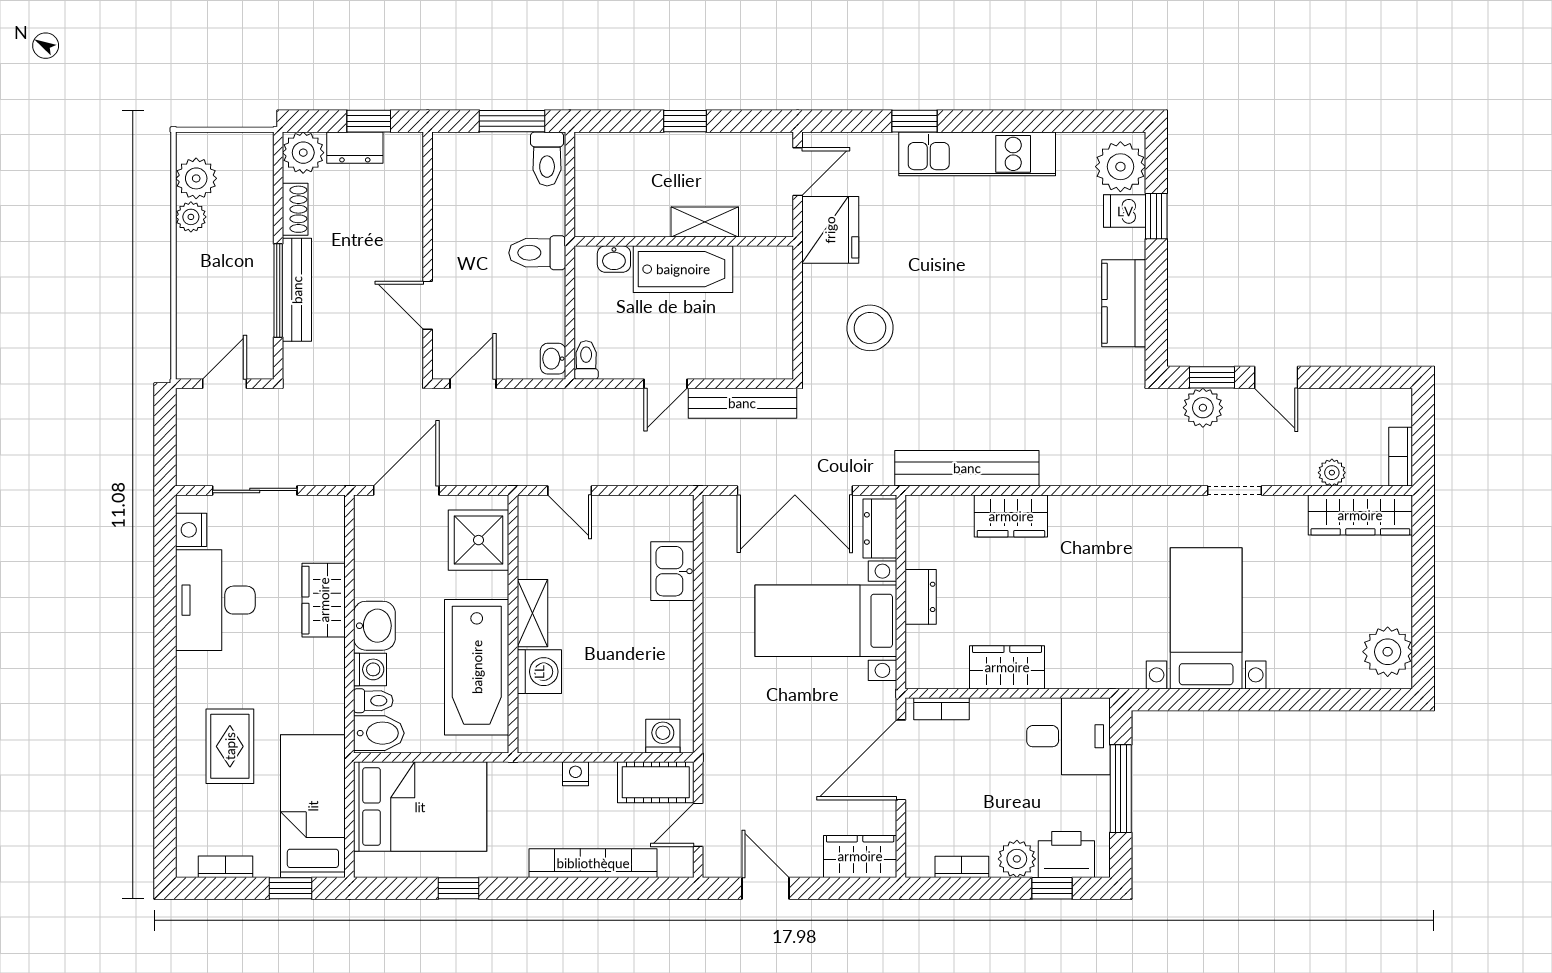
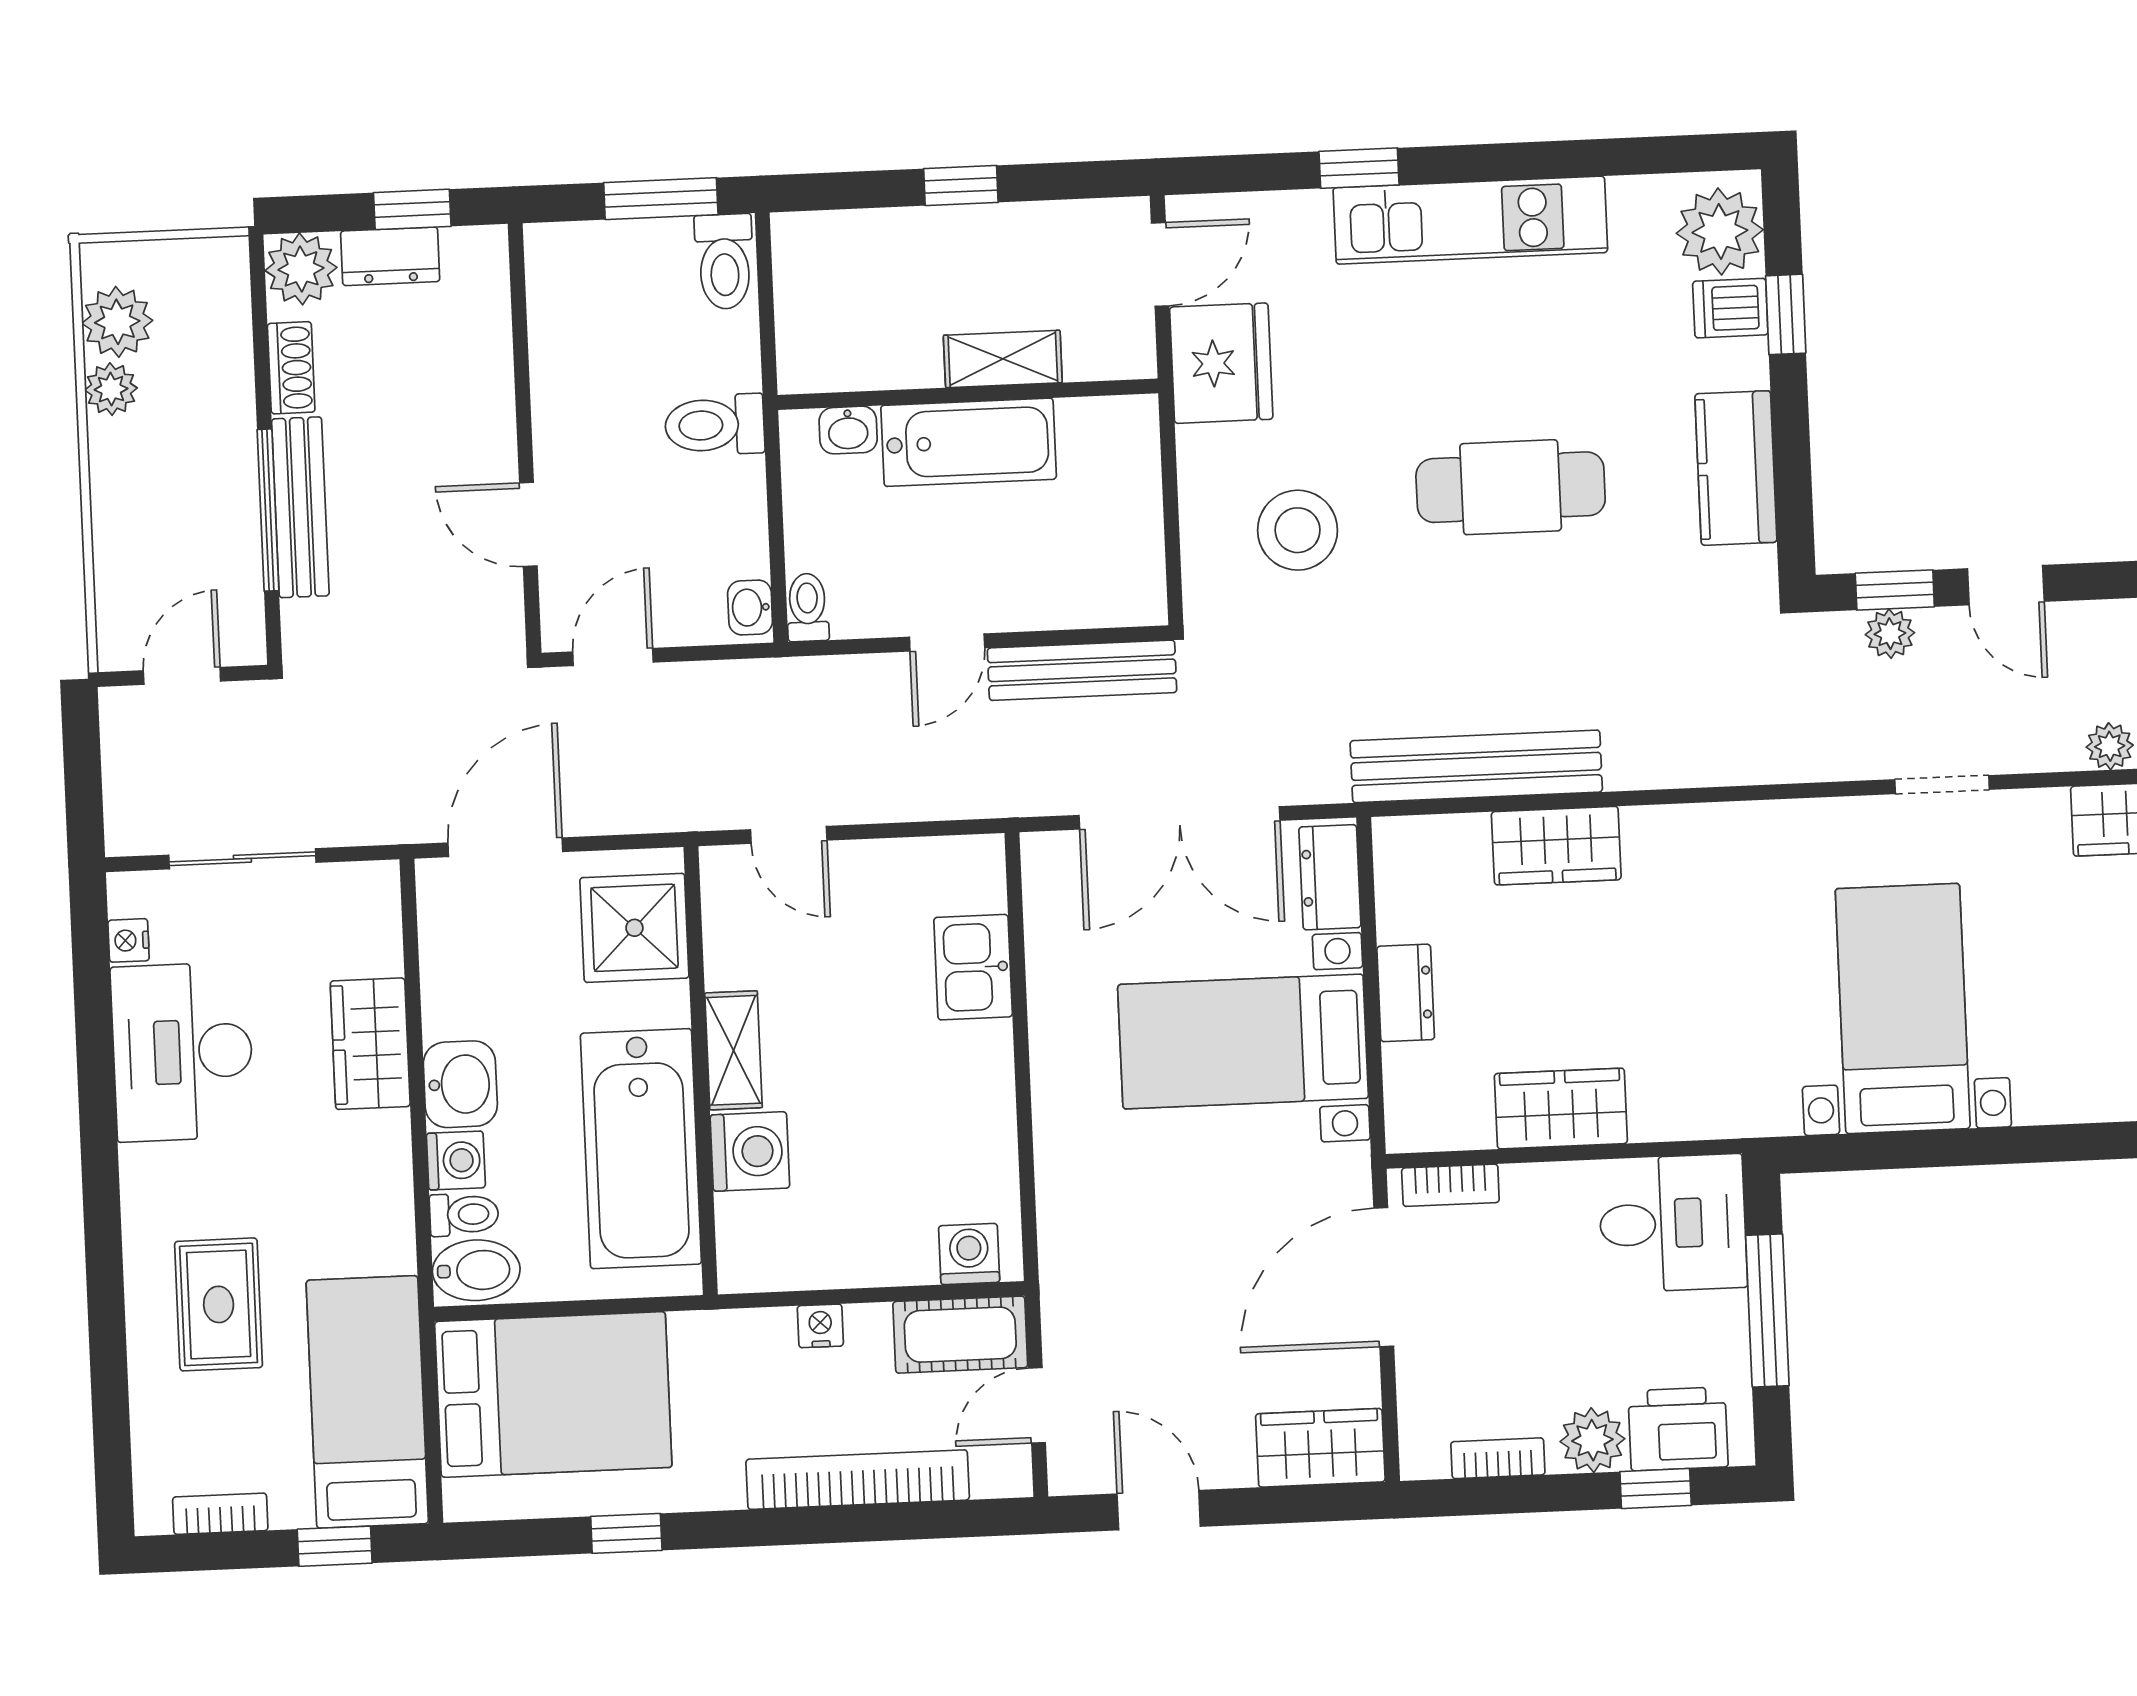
cafe table: (994, 309) -> (1511, 487), added
plant: (1203, 408) -> (1890, 634), width x0.73, depth x0.73
nightstand: (191, 530) -> (129, 940), width x0.72, depth x0.74

